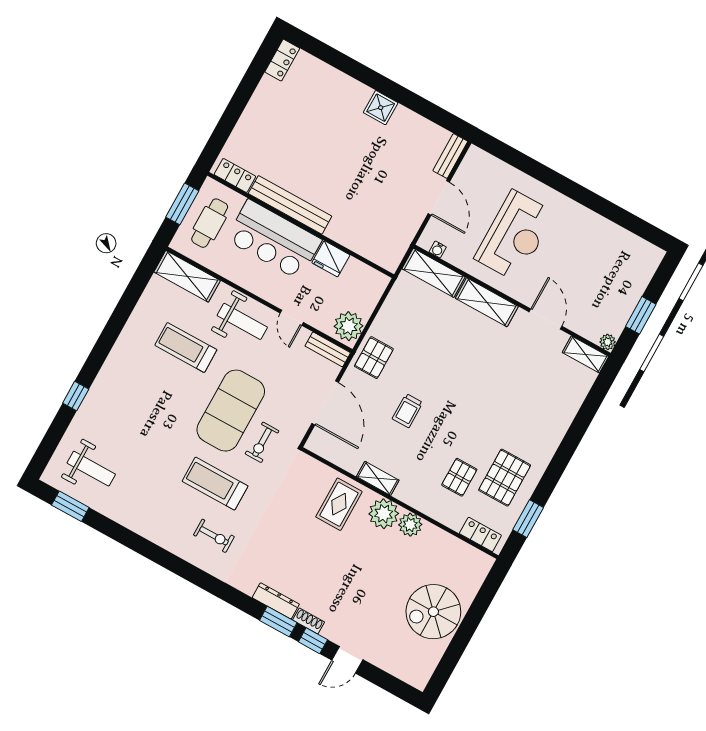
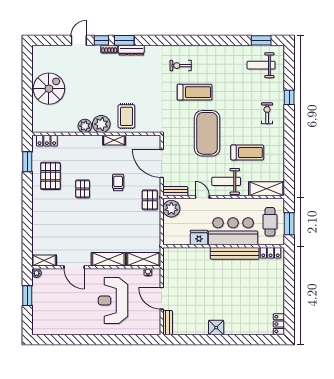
exercise bike: (262, 442) -> (267, 113), moved
pallet: (459, 477) -> (83, 189), moved

